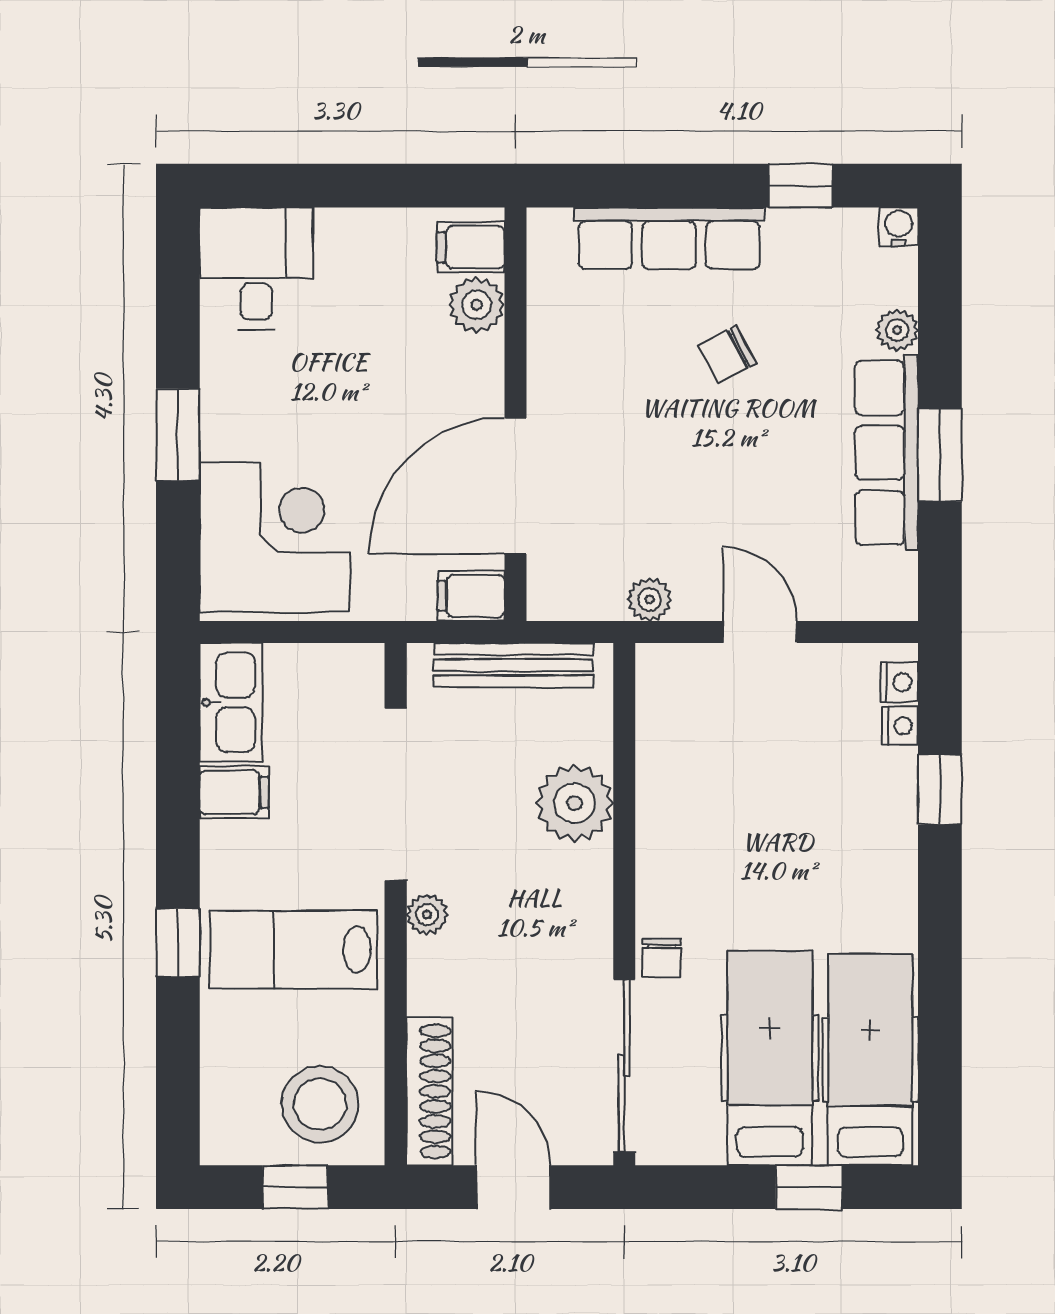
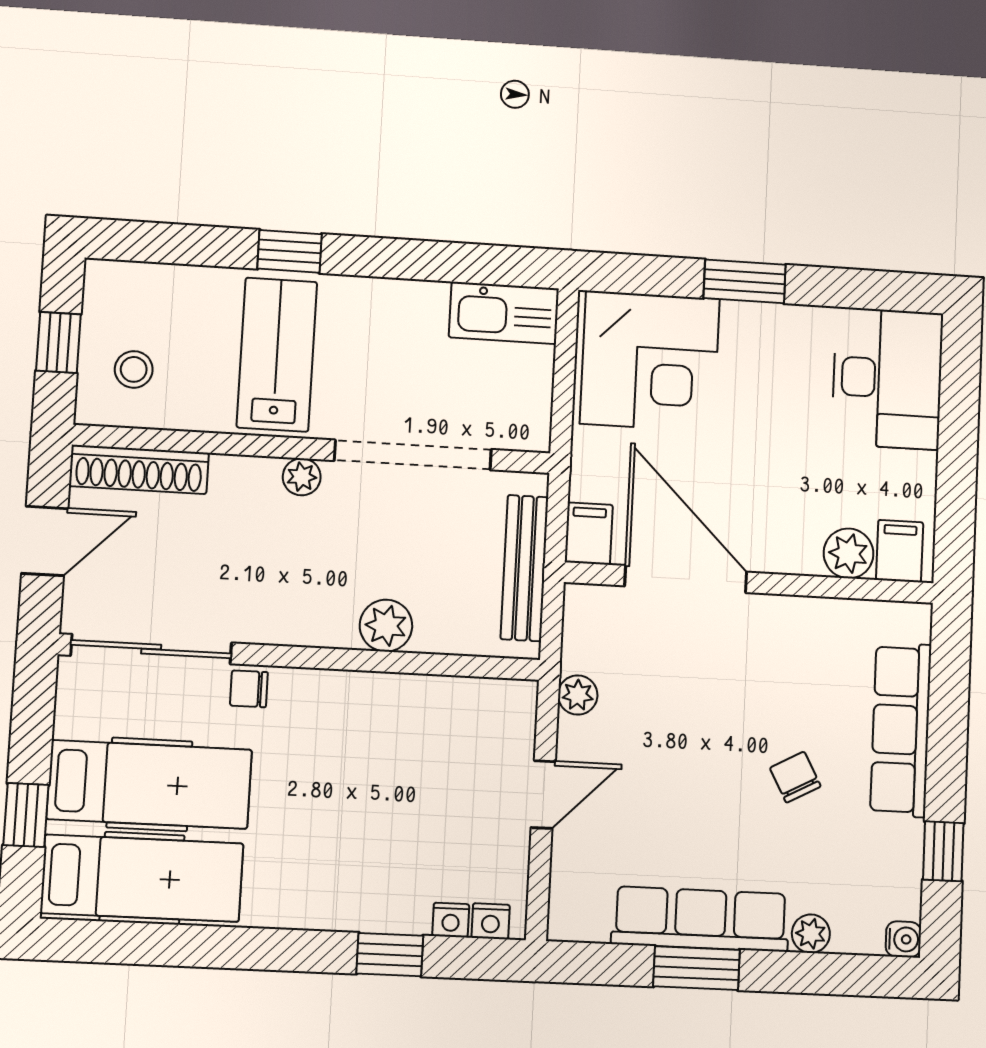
desk: (256, 268) -> (887, 378), width x1.37
filing cabinet: (234, 792) -> (423, 310), removed
plant: (575, 803) -> (386, 626), width x0.73, depth x0.73
stool: (320, 1104) -> (134, 369), width x0.53, depth x0.53

